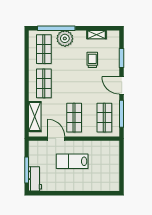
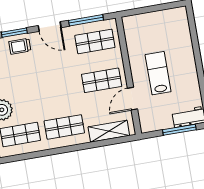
trolley: (92, 60) -> (20, 46), moved
door: (122, 85) -> (50, 27), hinge flipped
lab bench: (72, 161) -> (158, 73), turned 180

